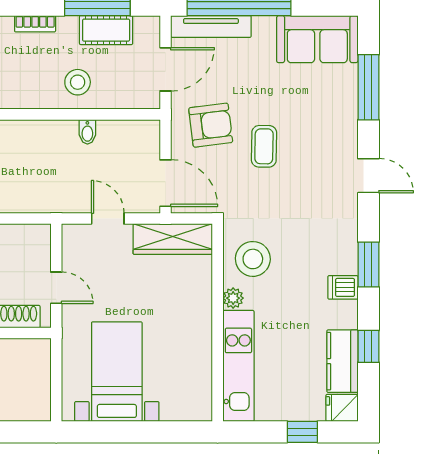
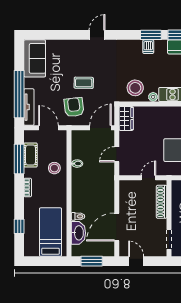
window: (368, 87) -> (57, 35), removed
wardrobe: (173, 239) -> (126, 118), width x0.67
window: (368, 265) -> (151, 35), moved

